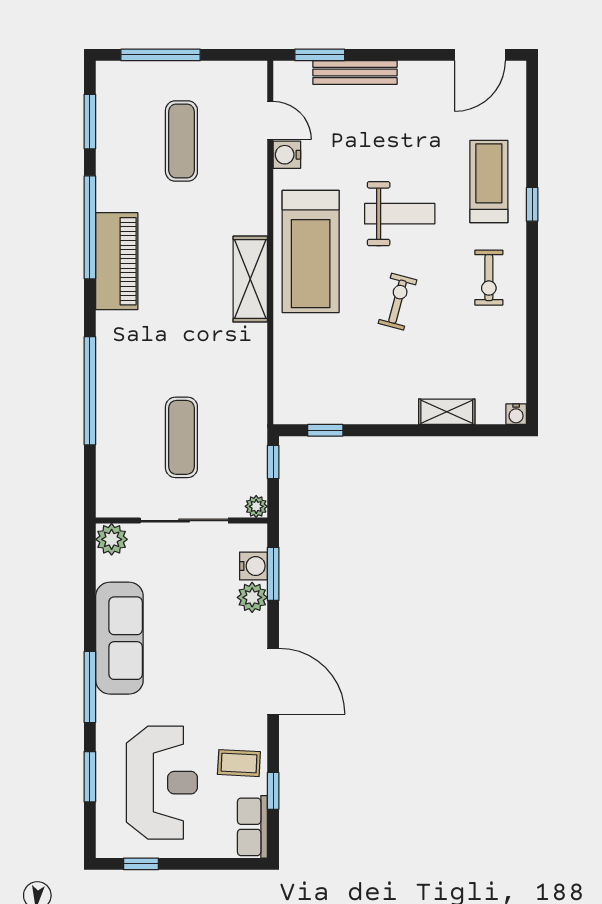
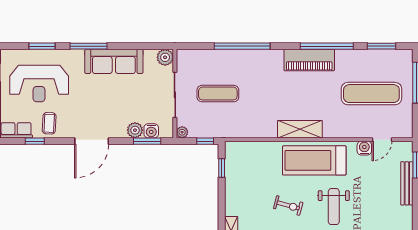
exercise mat: (181, 141) -> (371, 94), width x1.36, depth x1.45

